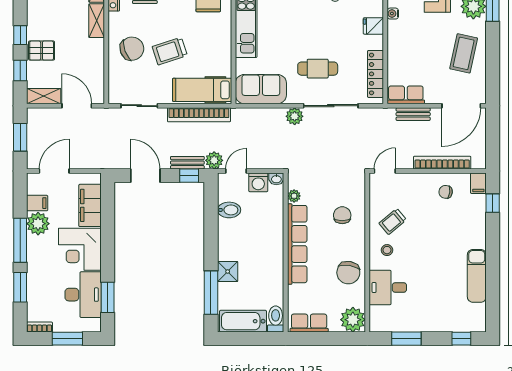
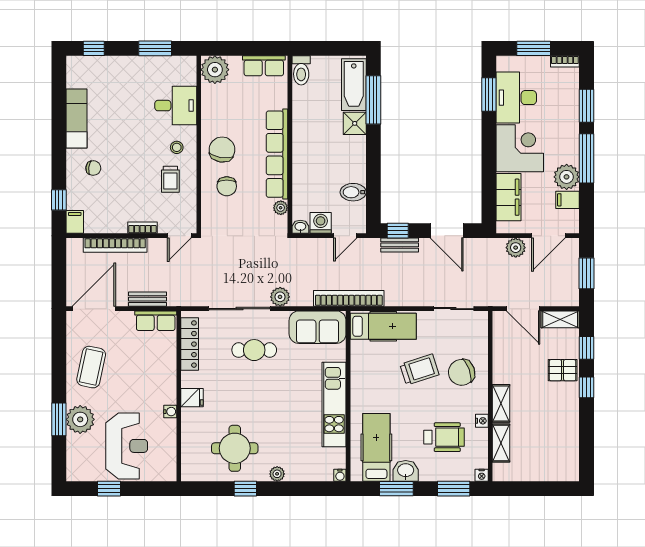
bookcase: (199, 115) -> (349, 298), moved
plant: (214, 160) -> (516, 248), moved
bookcase: (418, 178) -> (142, 228), added
chair: (446, 192) -> (93, 168), moved
trolley: (393, 221) -> (170, 179), turned 130
chair: (348, 273) -> (222, 150), moved
bathtub: (243, 321) -> (354, 85), moved, turned 90

